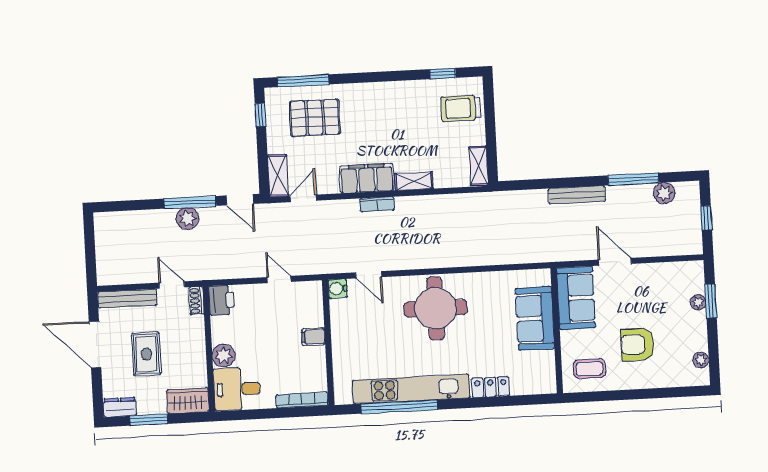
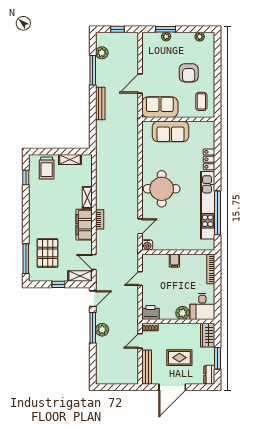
window: (260, 115) -> (58, 284), moved
shelving: (479, 166) -> (70, 160), moved

